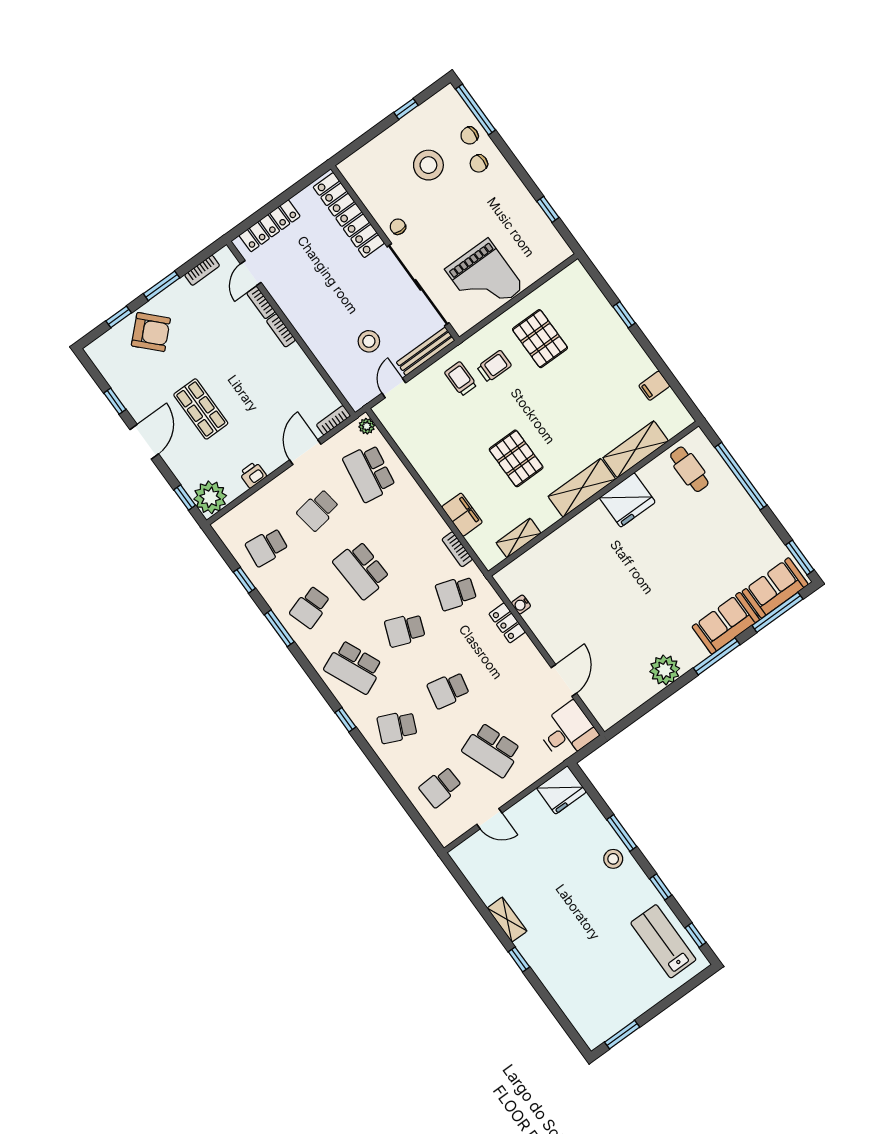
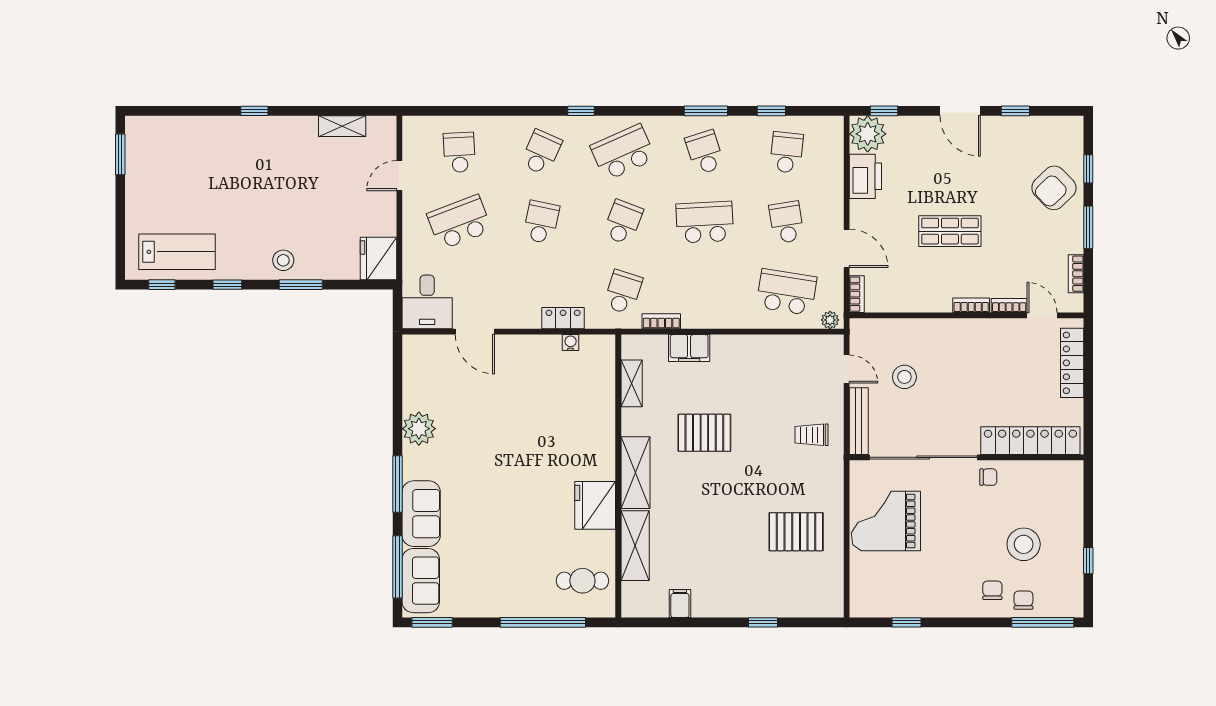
trolley: (494, 366) -> (801, 473), removed
trolley: (461, 379) -> (812, 435), turned 180
shop shelf: (201, 409) -> (950, 231), moved
printer: (253, 475) -> (865, 176), width x1.87, depth x1.48
shelving: (507, 920) -> (342, 126), moved

